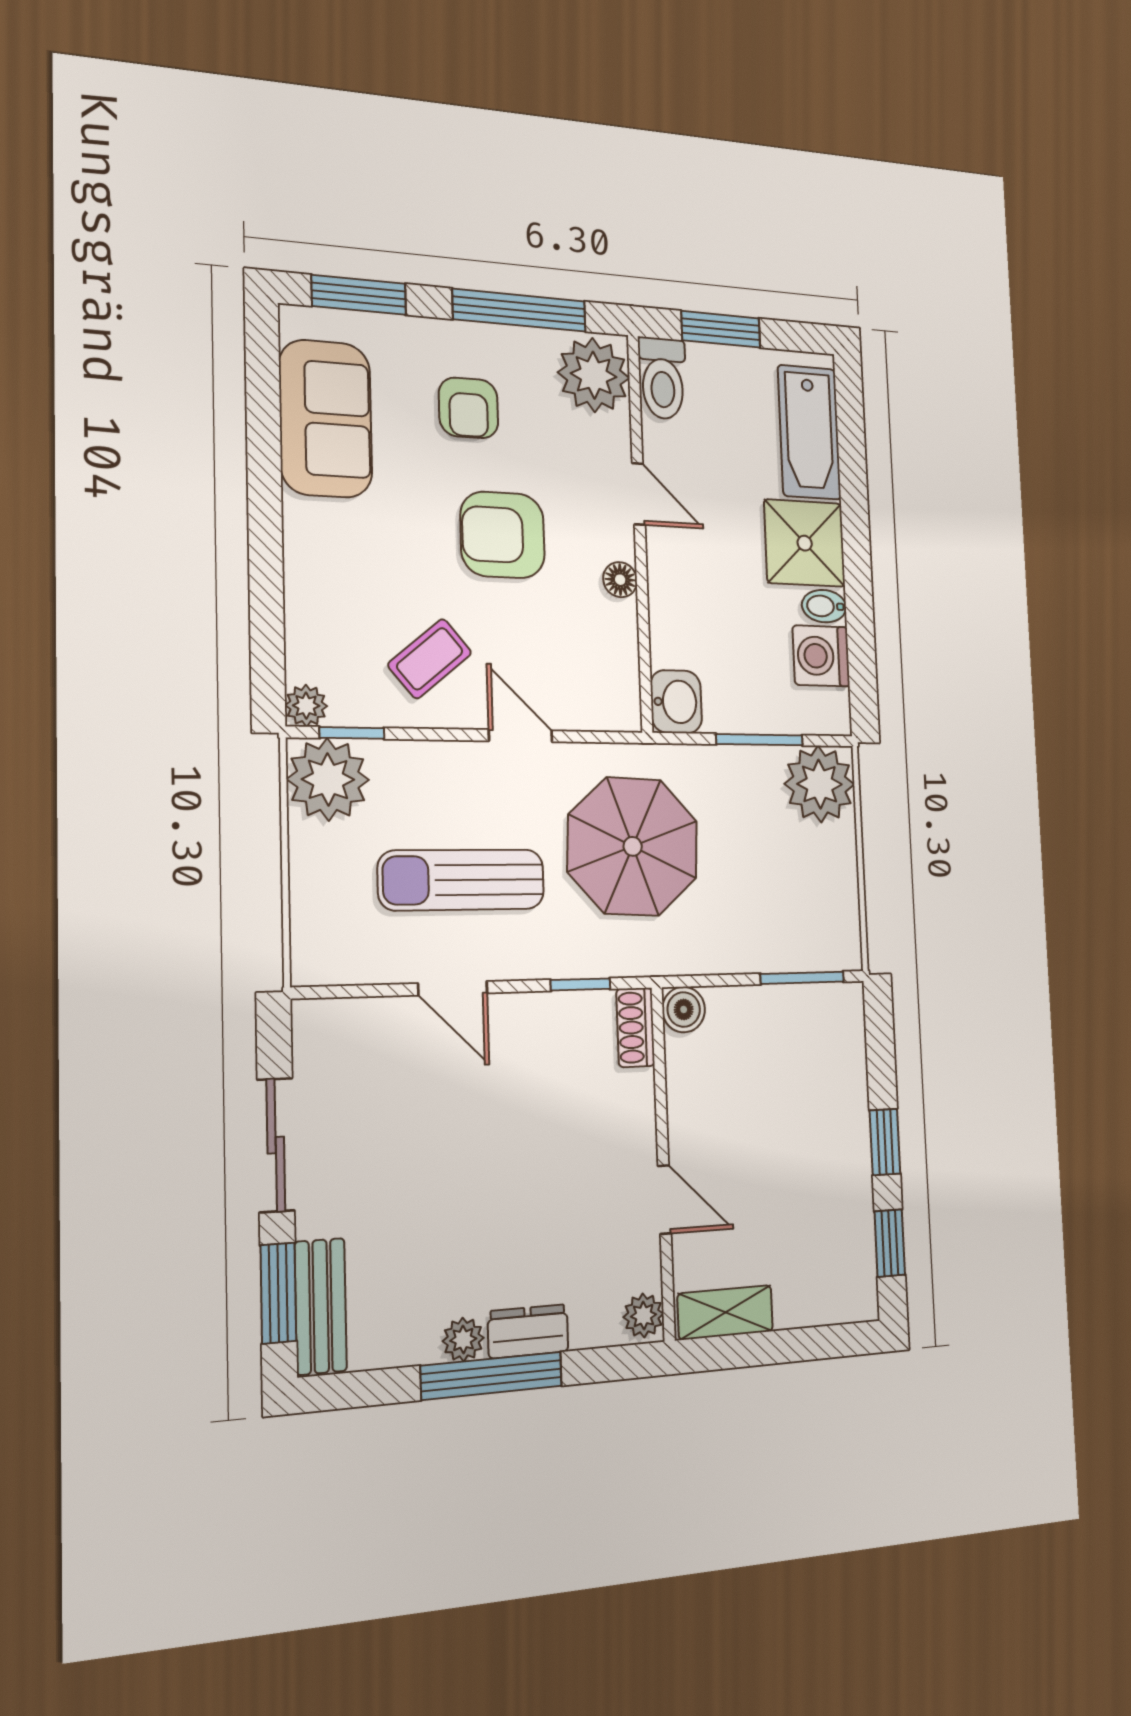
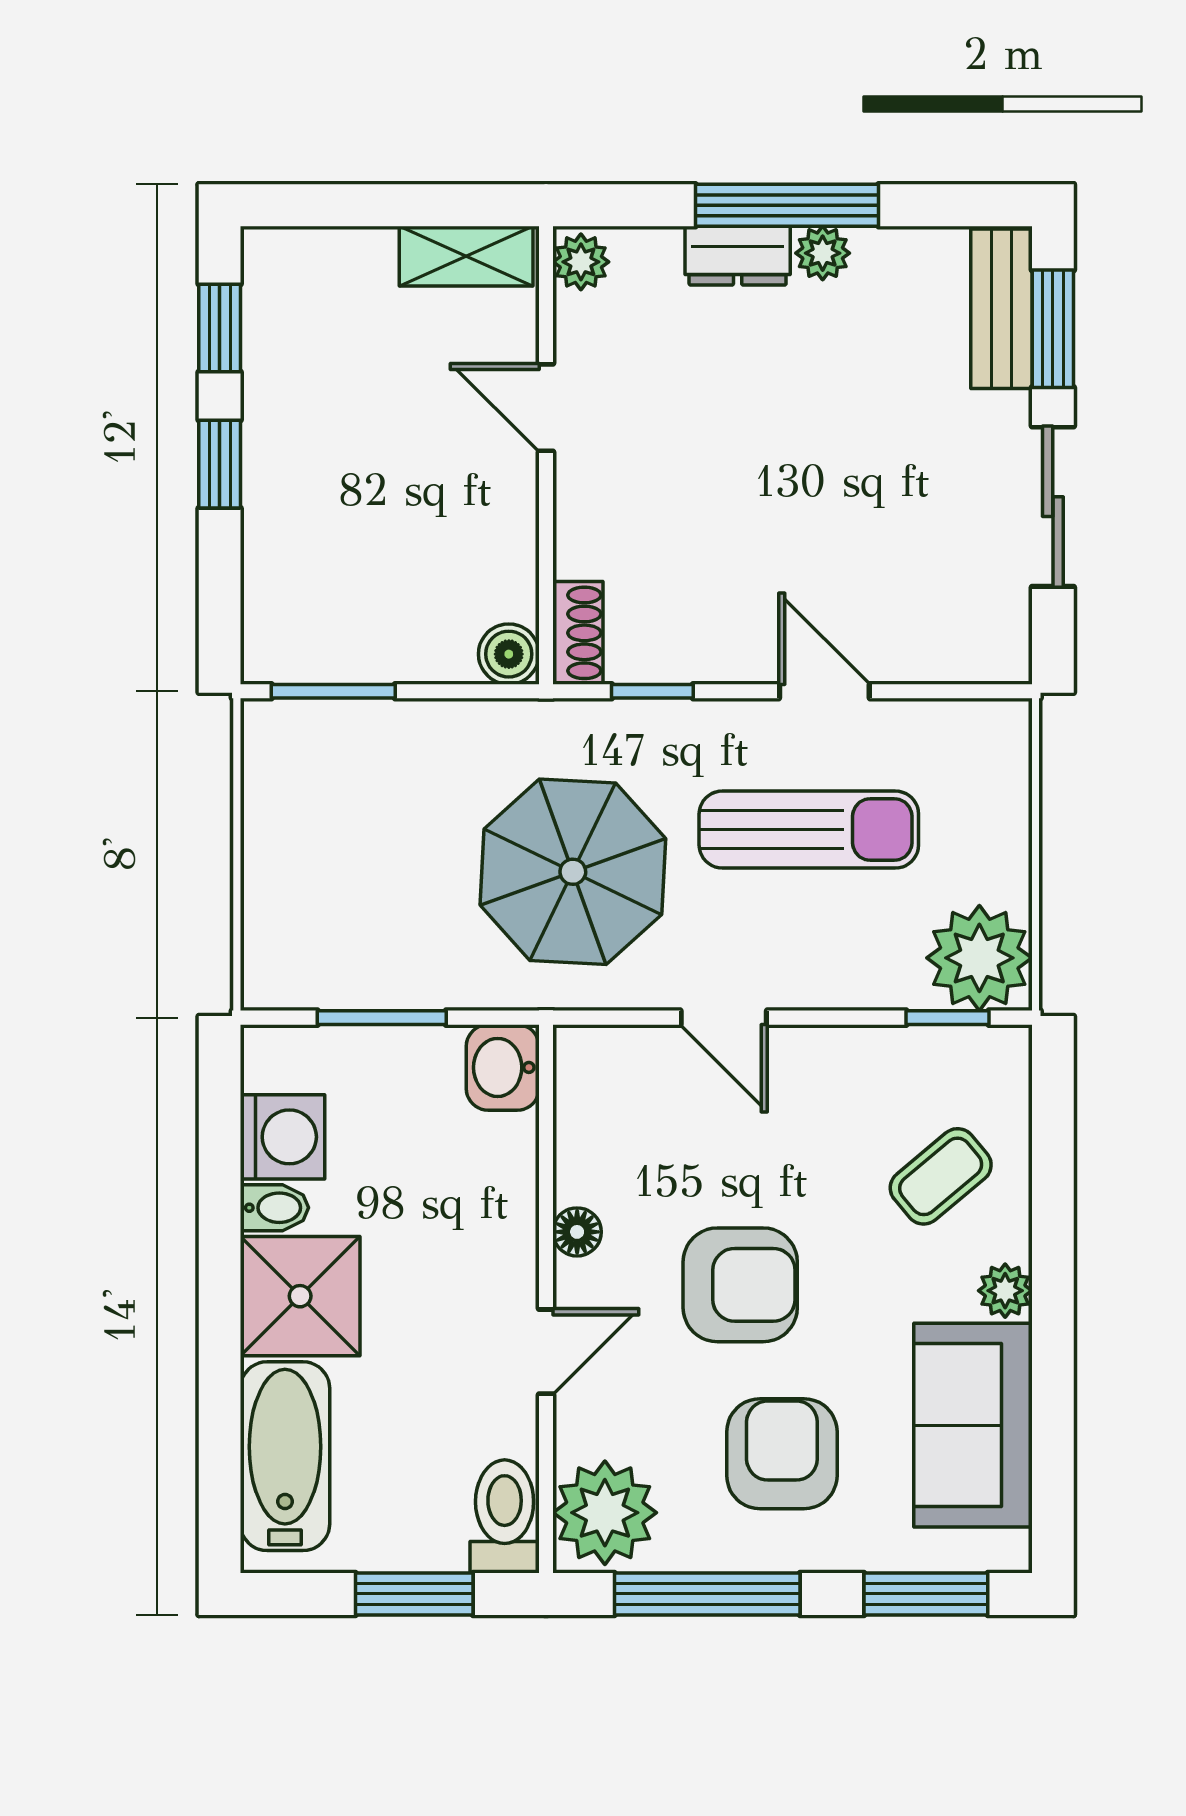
armchair: (469, 408) -> (782, 1454), width x1.38, depth x1.38
door: (639, 494) -> (546, 1352), swing flipped
coffee table: (430, 659) -> (941, 1176), moved
plant: (306, 706) -> (1005, 1291), moved
plant: (820, 784) -> (294, 957), removed

